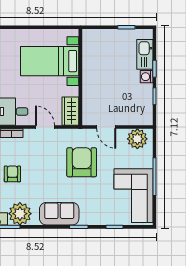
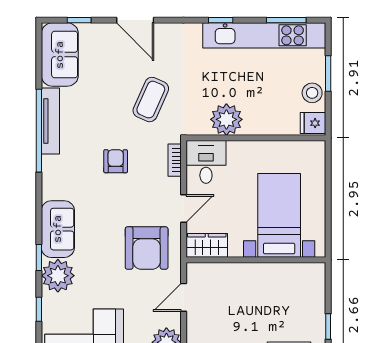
armchair: (82, 162) -> (147, 248), moved, turned 90
armchair: (12, 174) -> (116, 161), turned -90
plant: (20, 214) -> (58, 276), moved

